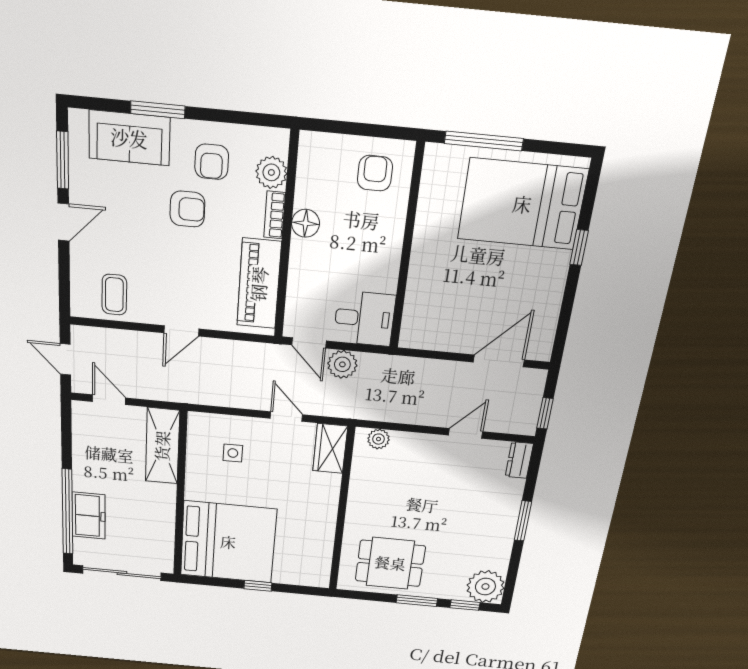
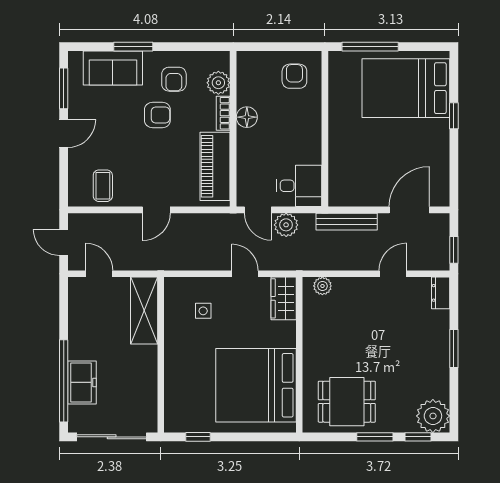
bench: (418, 368) -> (347, 222), added
bed: (228, 542) -> (256, 385), moved, turned 180
window: (258, 586) -> (198, 437), moved

